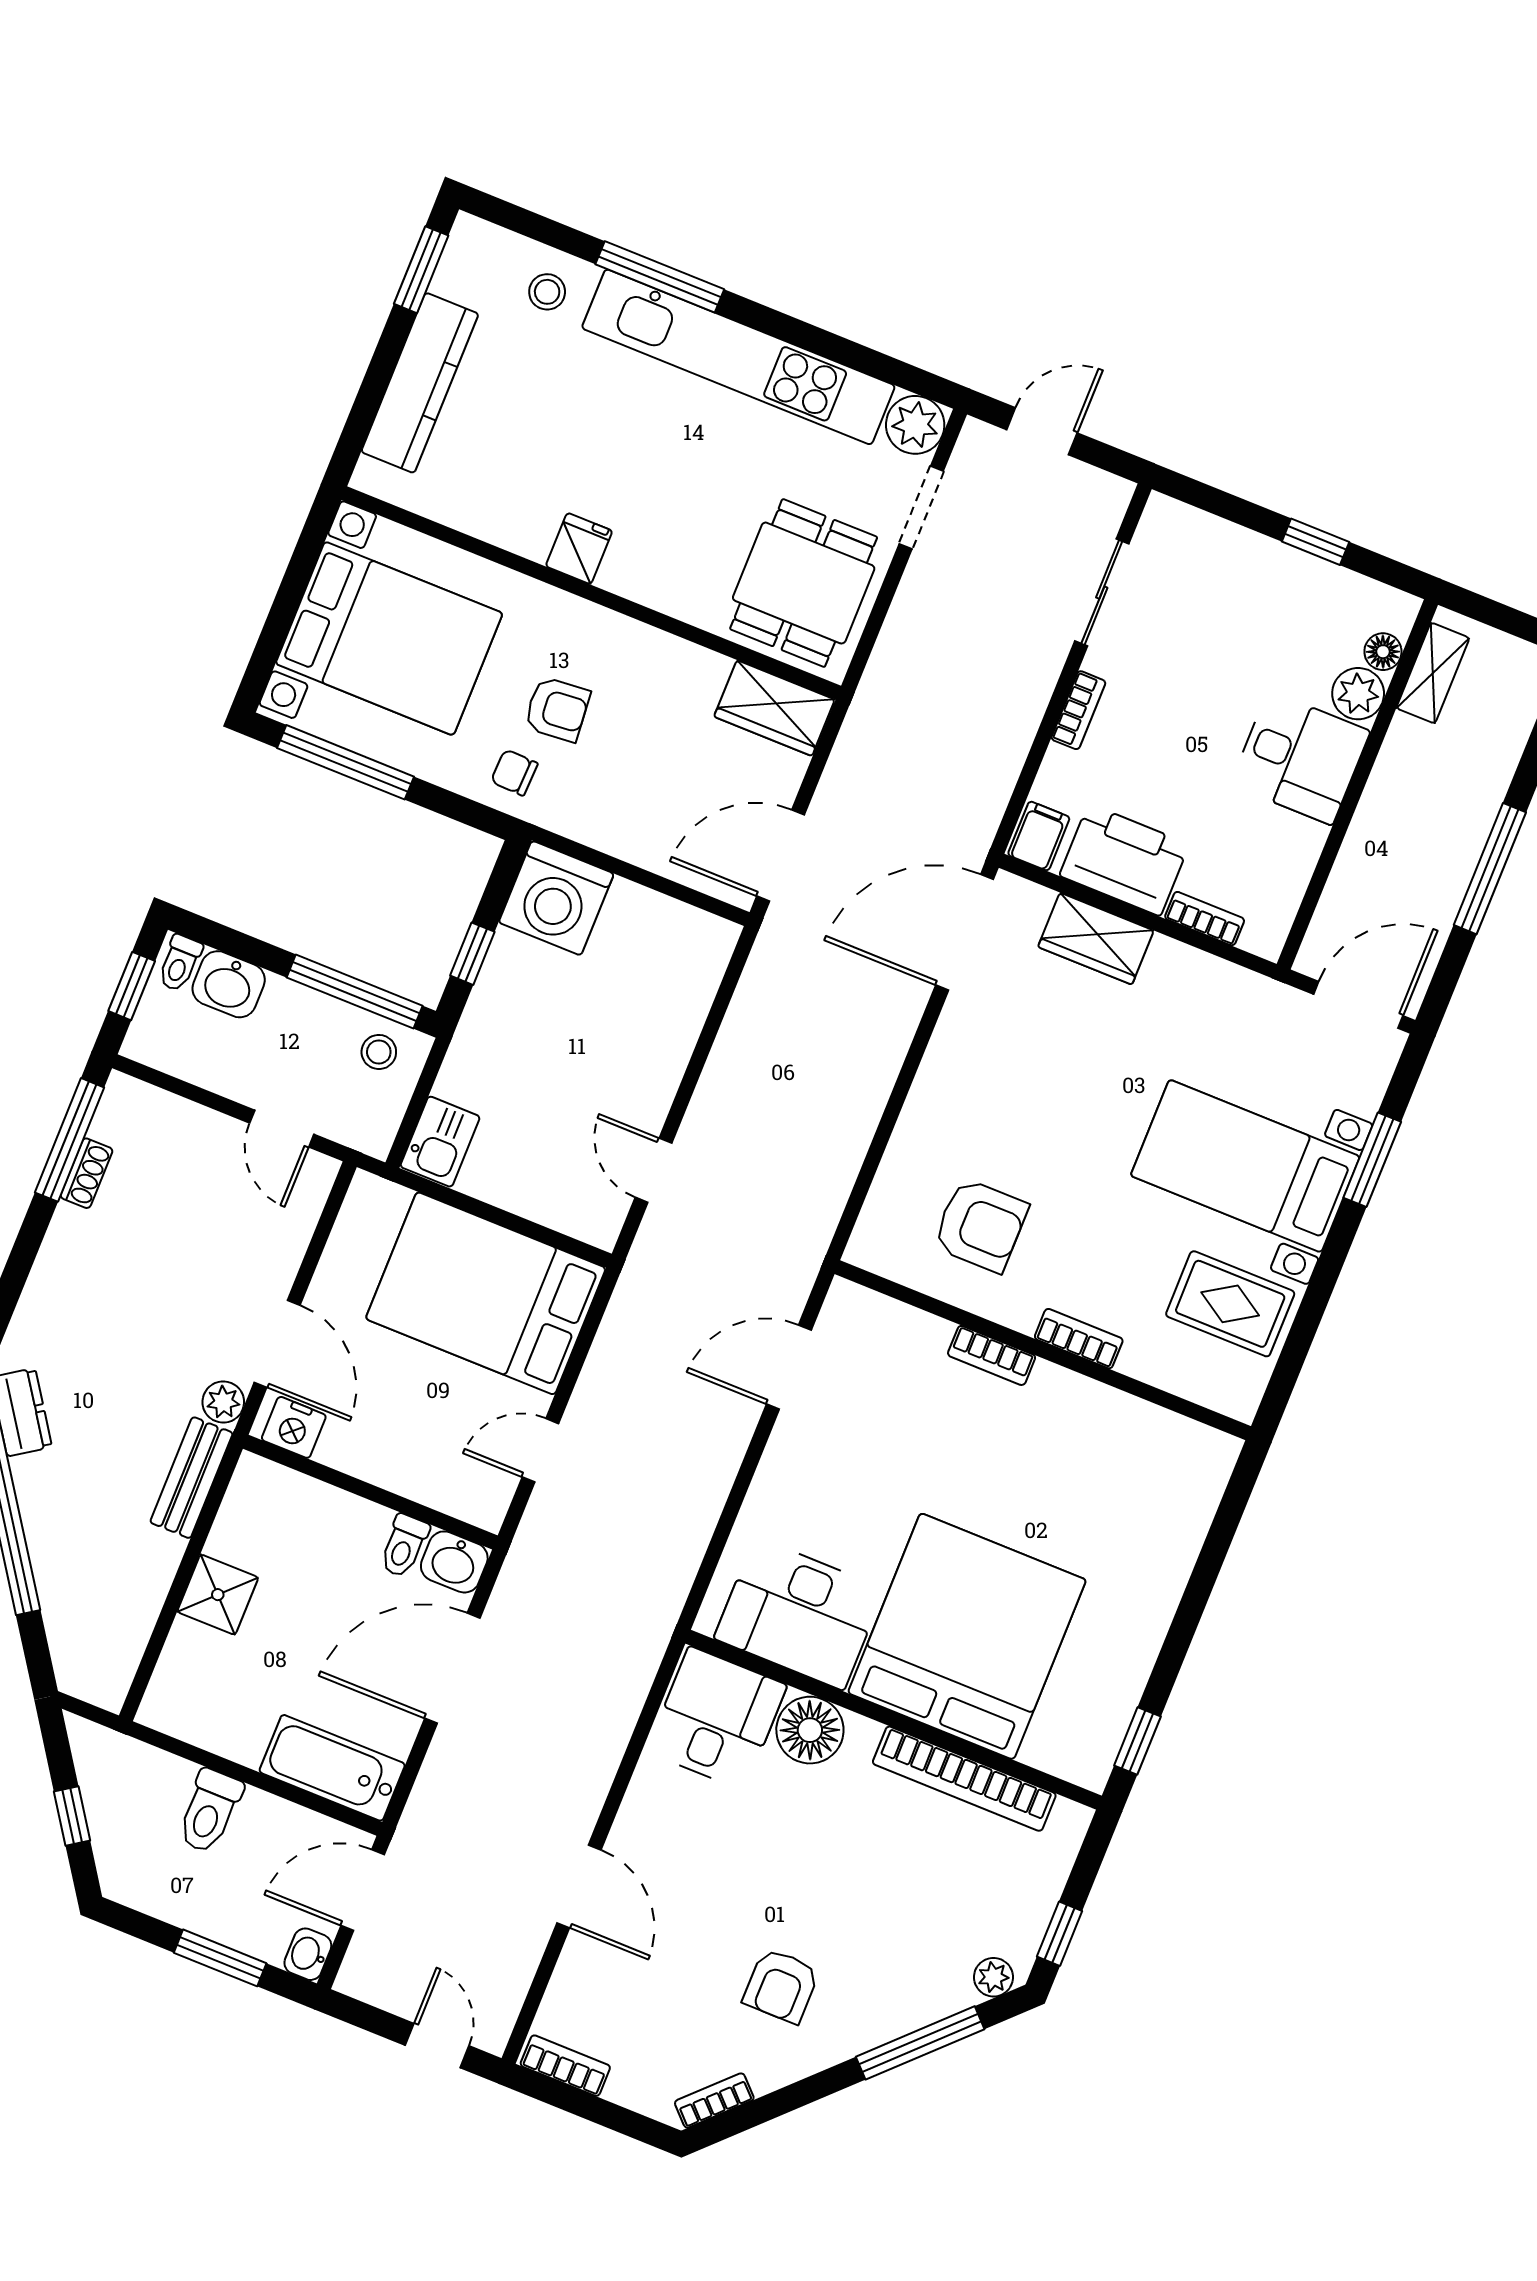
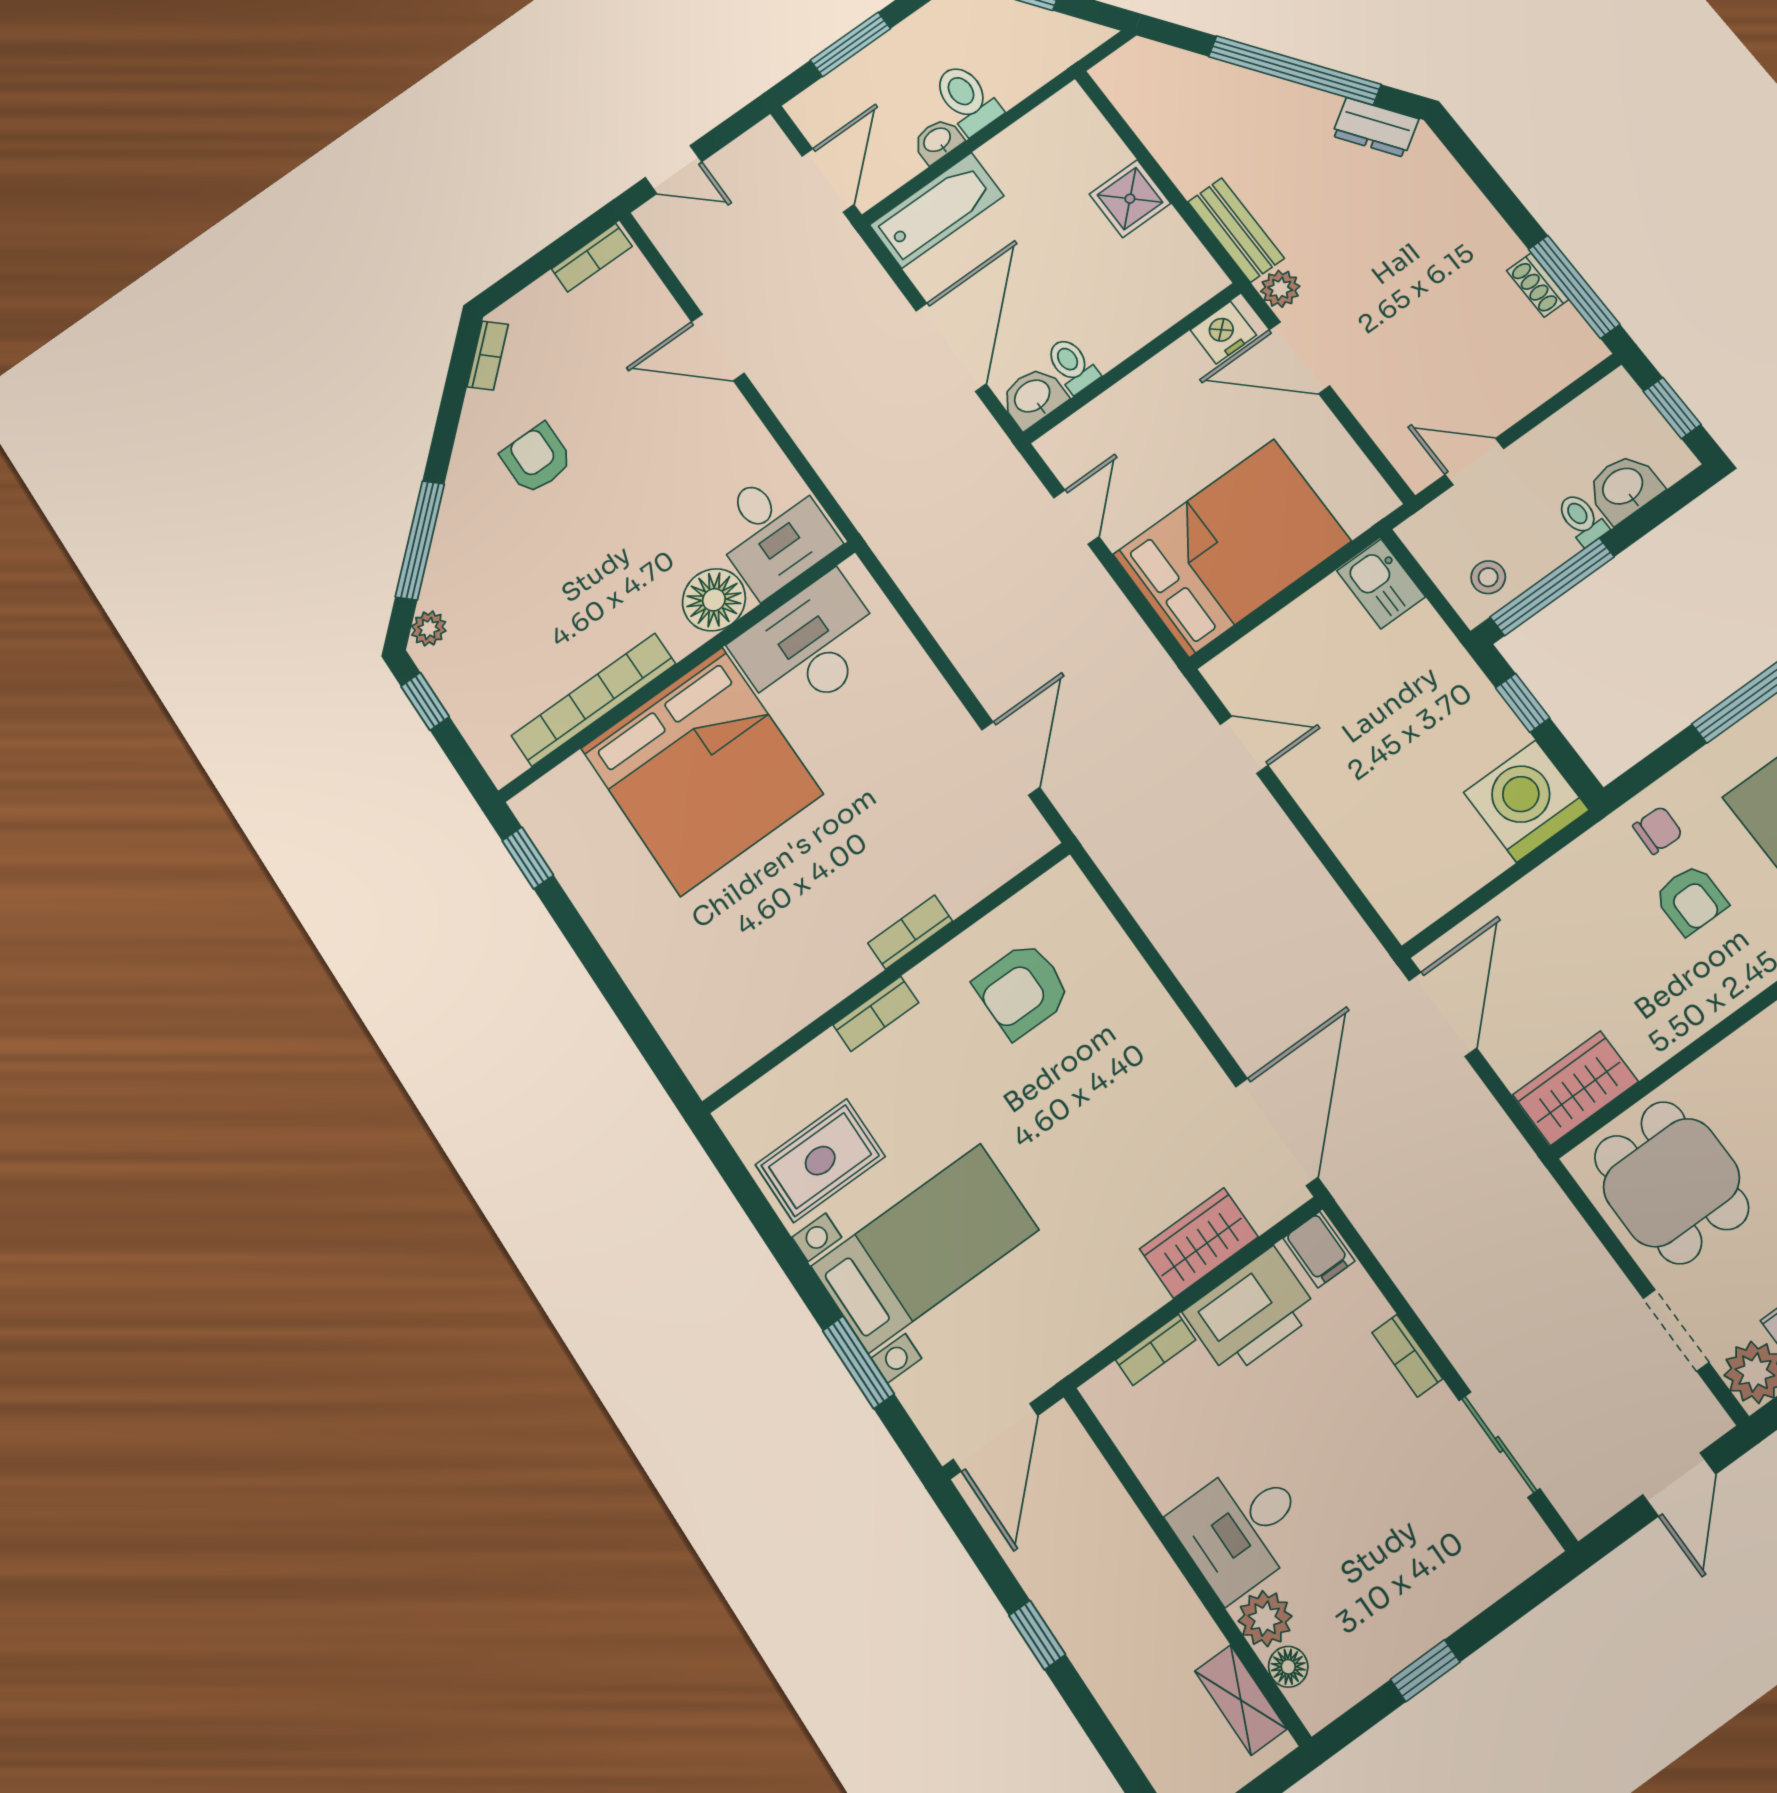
armchair: (557, 709) -> (1691, 900), turned -85
window: (1490, 869) -> (1037, 1635), width x0.46
toilet: (180, 963) -> (1582, 519), moved
washbasin: (308, 1954) -> (938, 141), moved, turned -90

